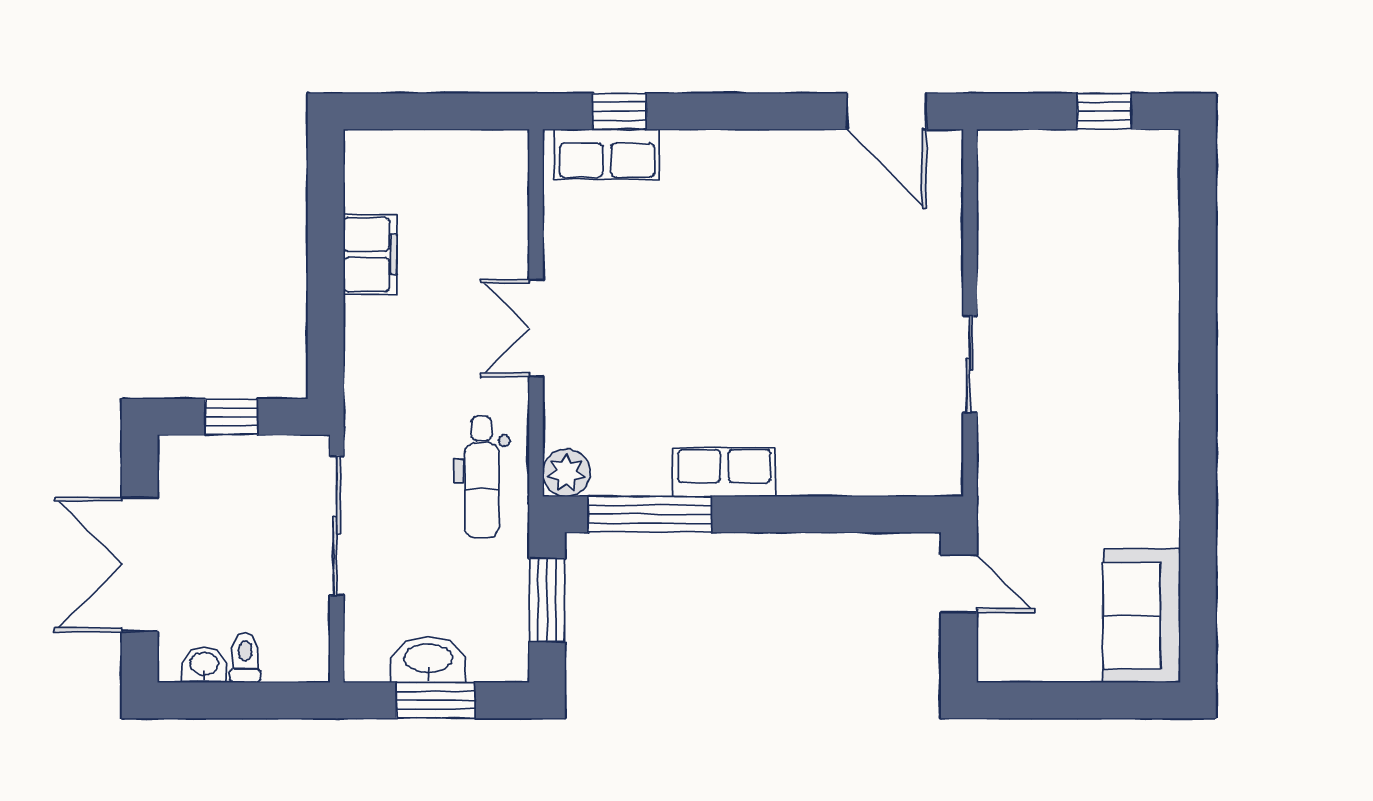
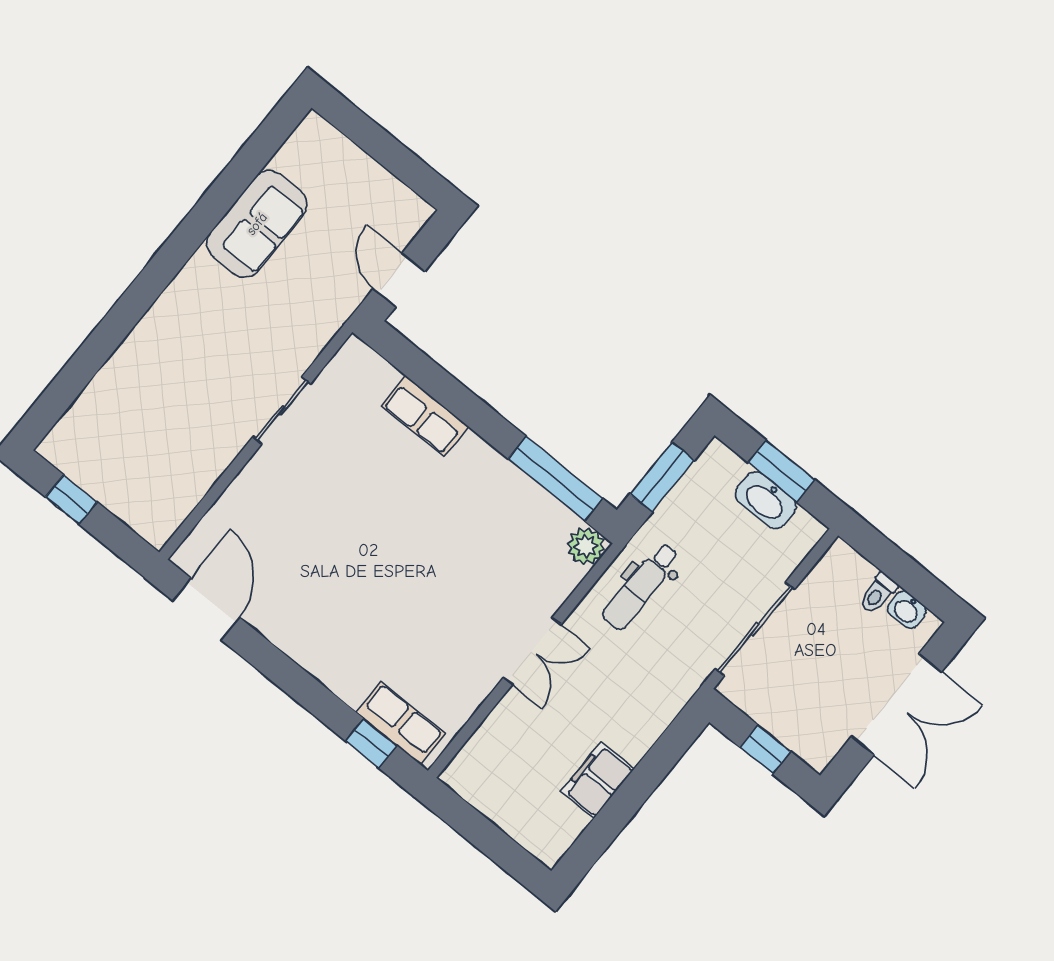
row of seats: (724, 472) -> (425, 416), moved
dental chair: (482, 477) -> (641, 586), turned 180
sofa: (1142, 616) -> (257, 224), moved

